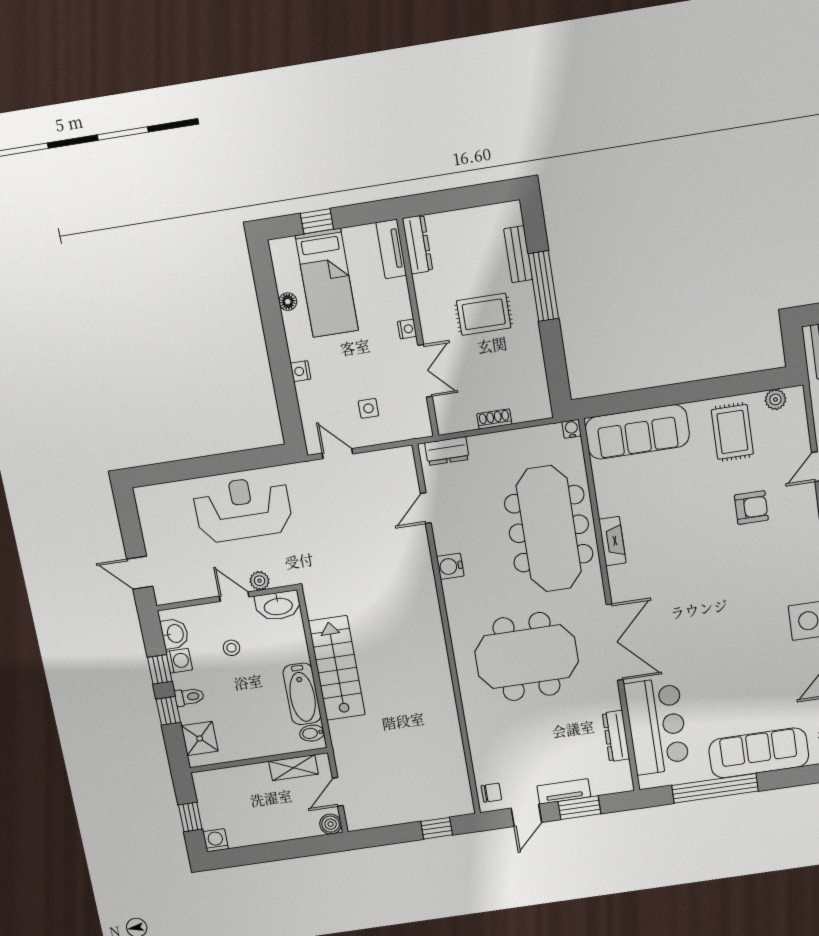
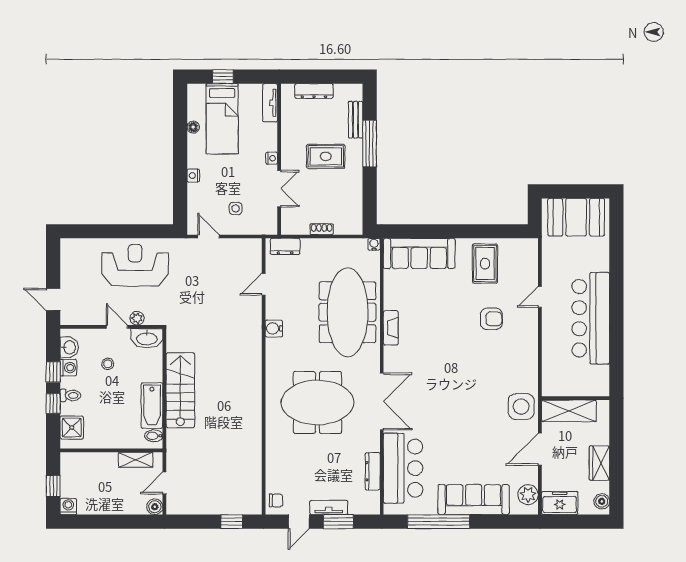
dresser: (417, 244) -> (314, 91), moved, turned 90
plant: (775, 399) -> (518, 246), removed

